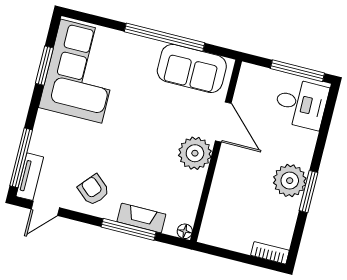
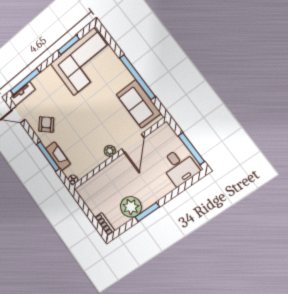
plant: (195, 153) -> (110, 151), width x0.53, depth x0.53
plant: (290, 181) -> (131, 207), moved

